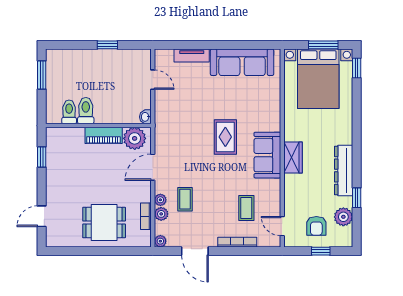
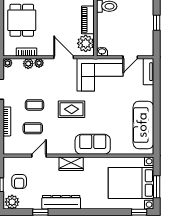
tv unit: (192, 55) -> (149, 72), moved
corner sofa: (176, 119) -> (100, 75), added
rug: (225, 137) -> (72, 109), moved
sofa: (267, 155) -> (93, 144), moved
coffee table: (185, 199) -> (34, 105), moved
plant: (343, 217) -> (12, 202), moved
door: (282, 226) -> (39, 156), moved
armchair: (316, 226) -> (19, 181), turned -90

